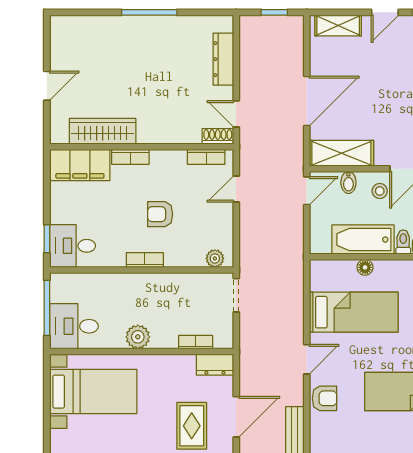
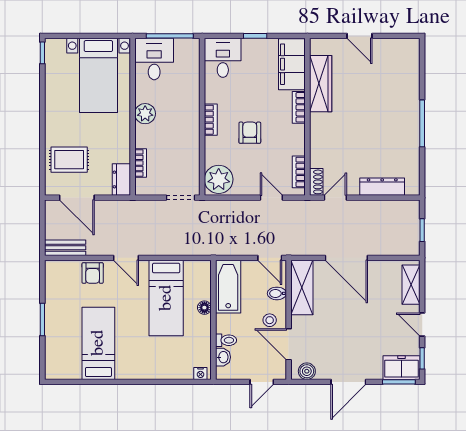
window: (47, 239) -> (255, 36), moved
bathtub: (363, 240) -> (228, 287), moved
plant: (215, 258) -> (219, 179), width x1.87, depth x1.87

